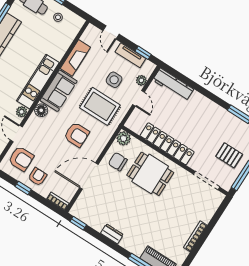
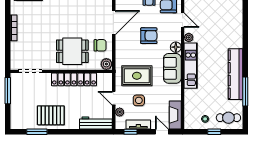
fireplace: (75, 58) -> (175, 115), moved
armchair: (77, 135) -> (149, 36), moved, turned 180
pallet: (229, 155) -> (51, 115), moved, width x1.50, depth x1.42

